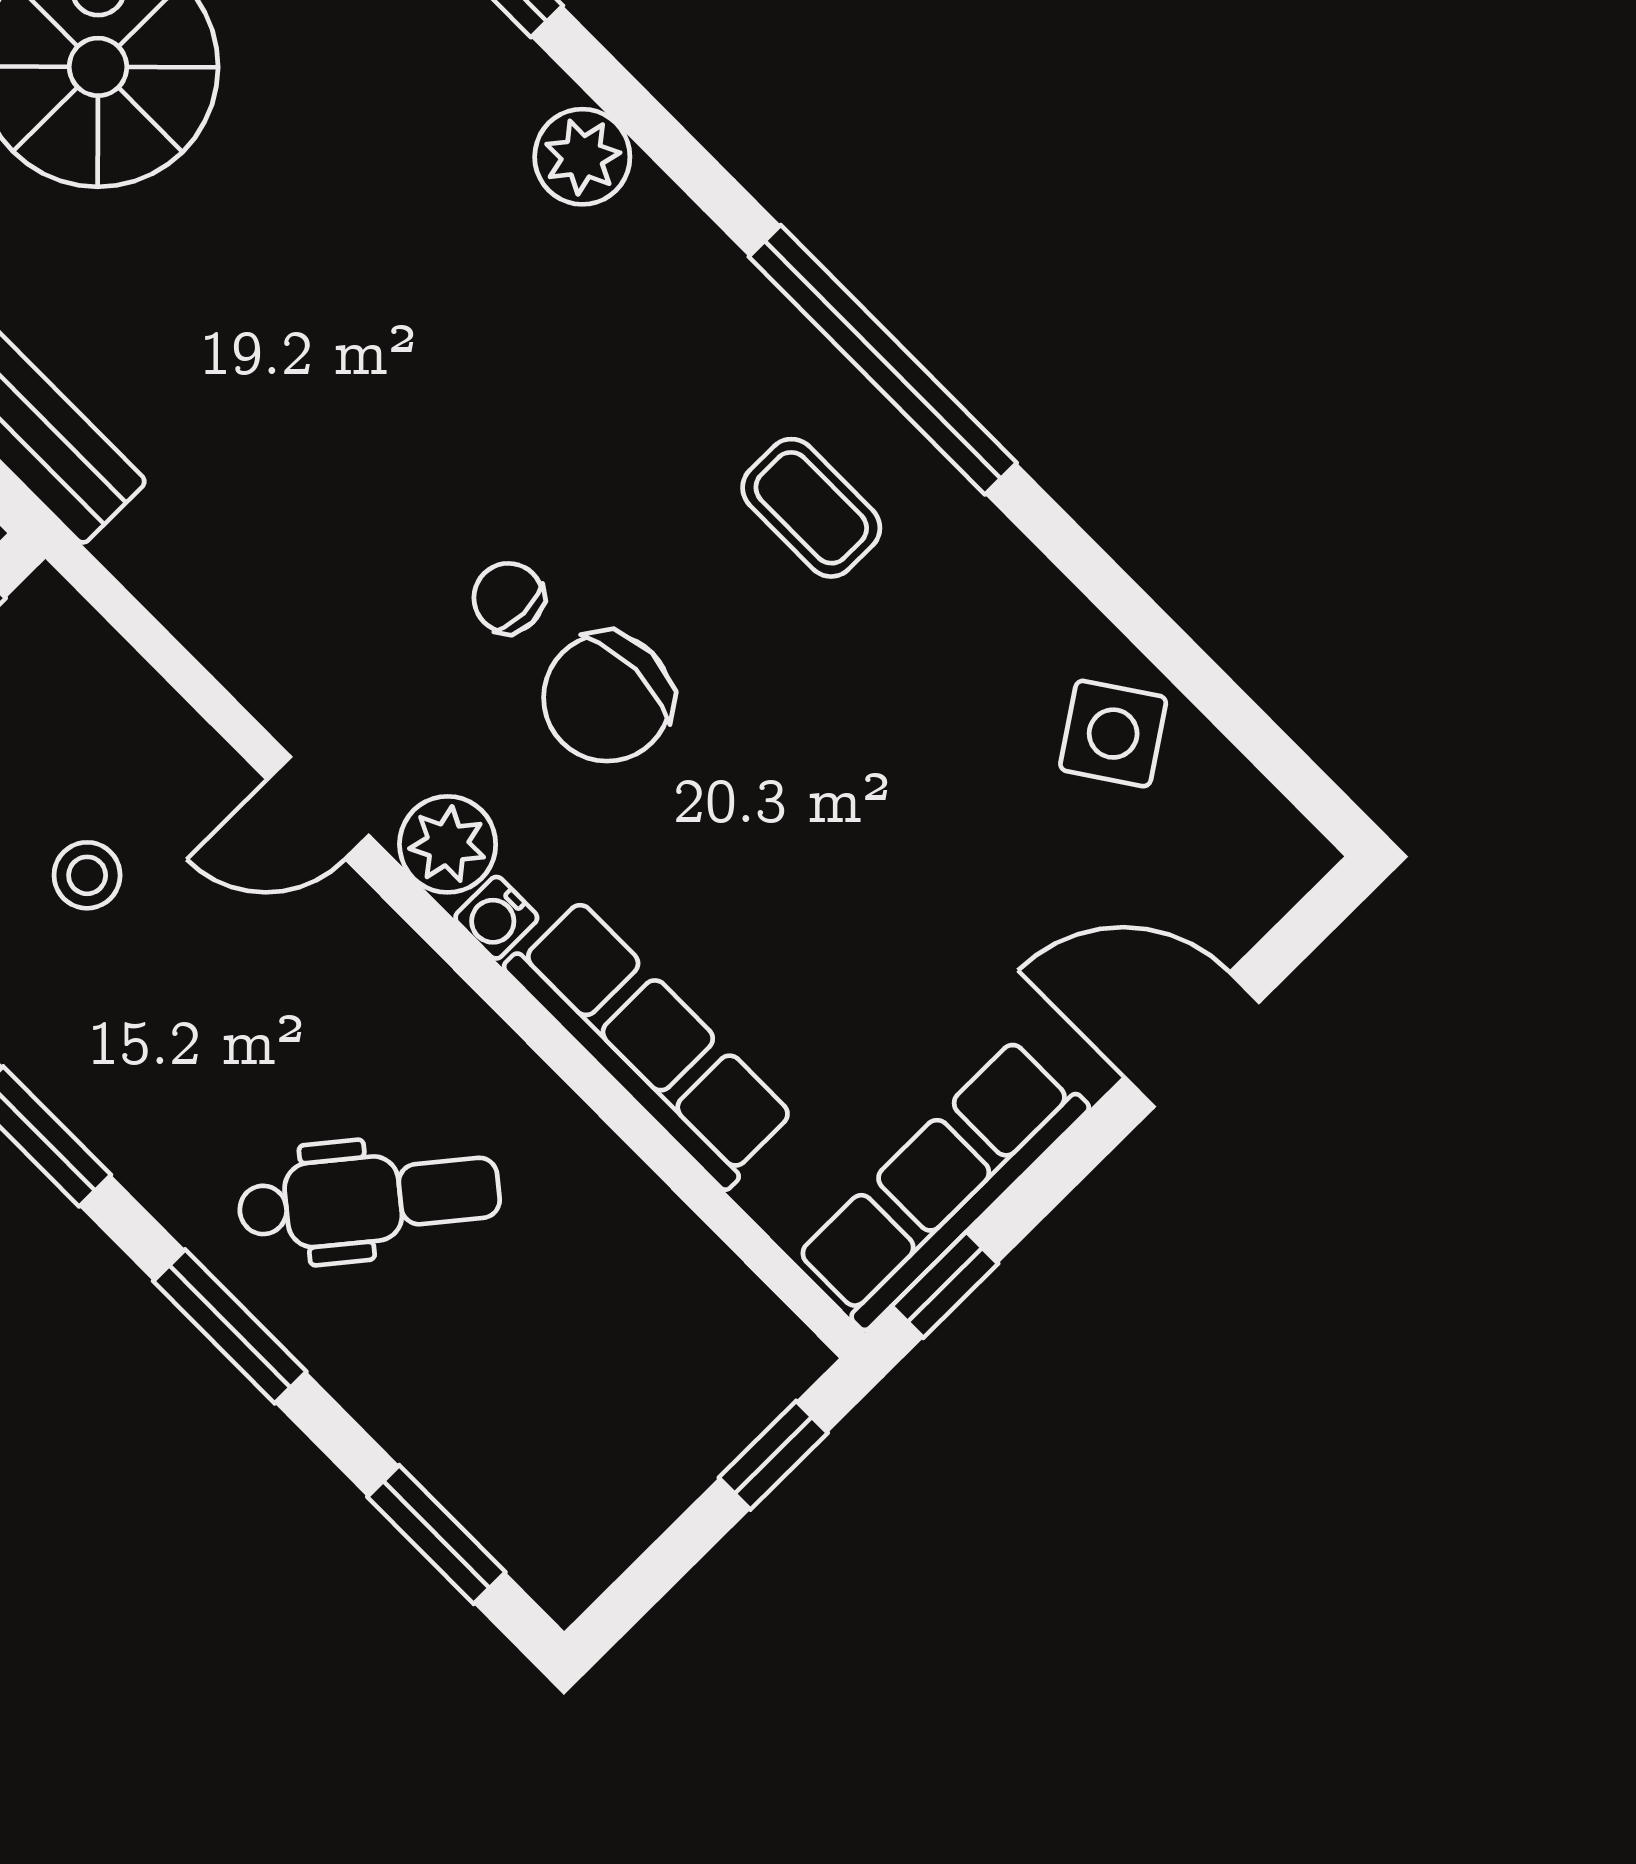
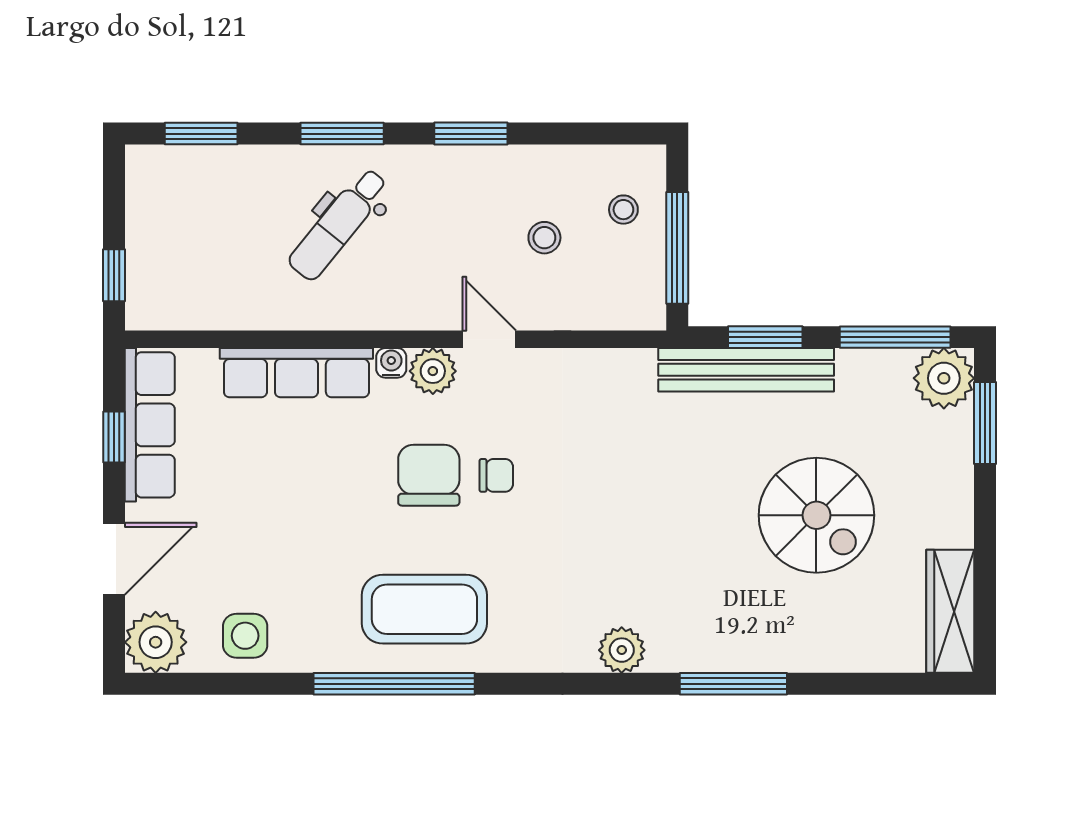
window: (883, 360) -> (394, 684), moved
coffee table: (811, 508) -> (424, 609), width x1.86, depth x1.72
side table: (1113, 734) -> (245, 636), turned 34
door: (318, 808) -> (489, 339), hinge flipped
plant: (1254, 856) -> (156, 642), added
window: (945, 1285) -> (114, 437), moved

